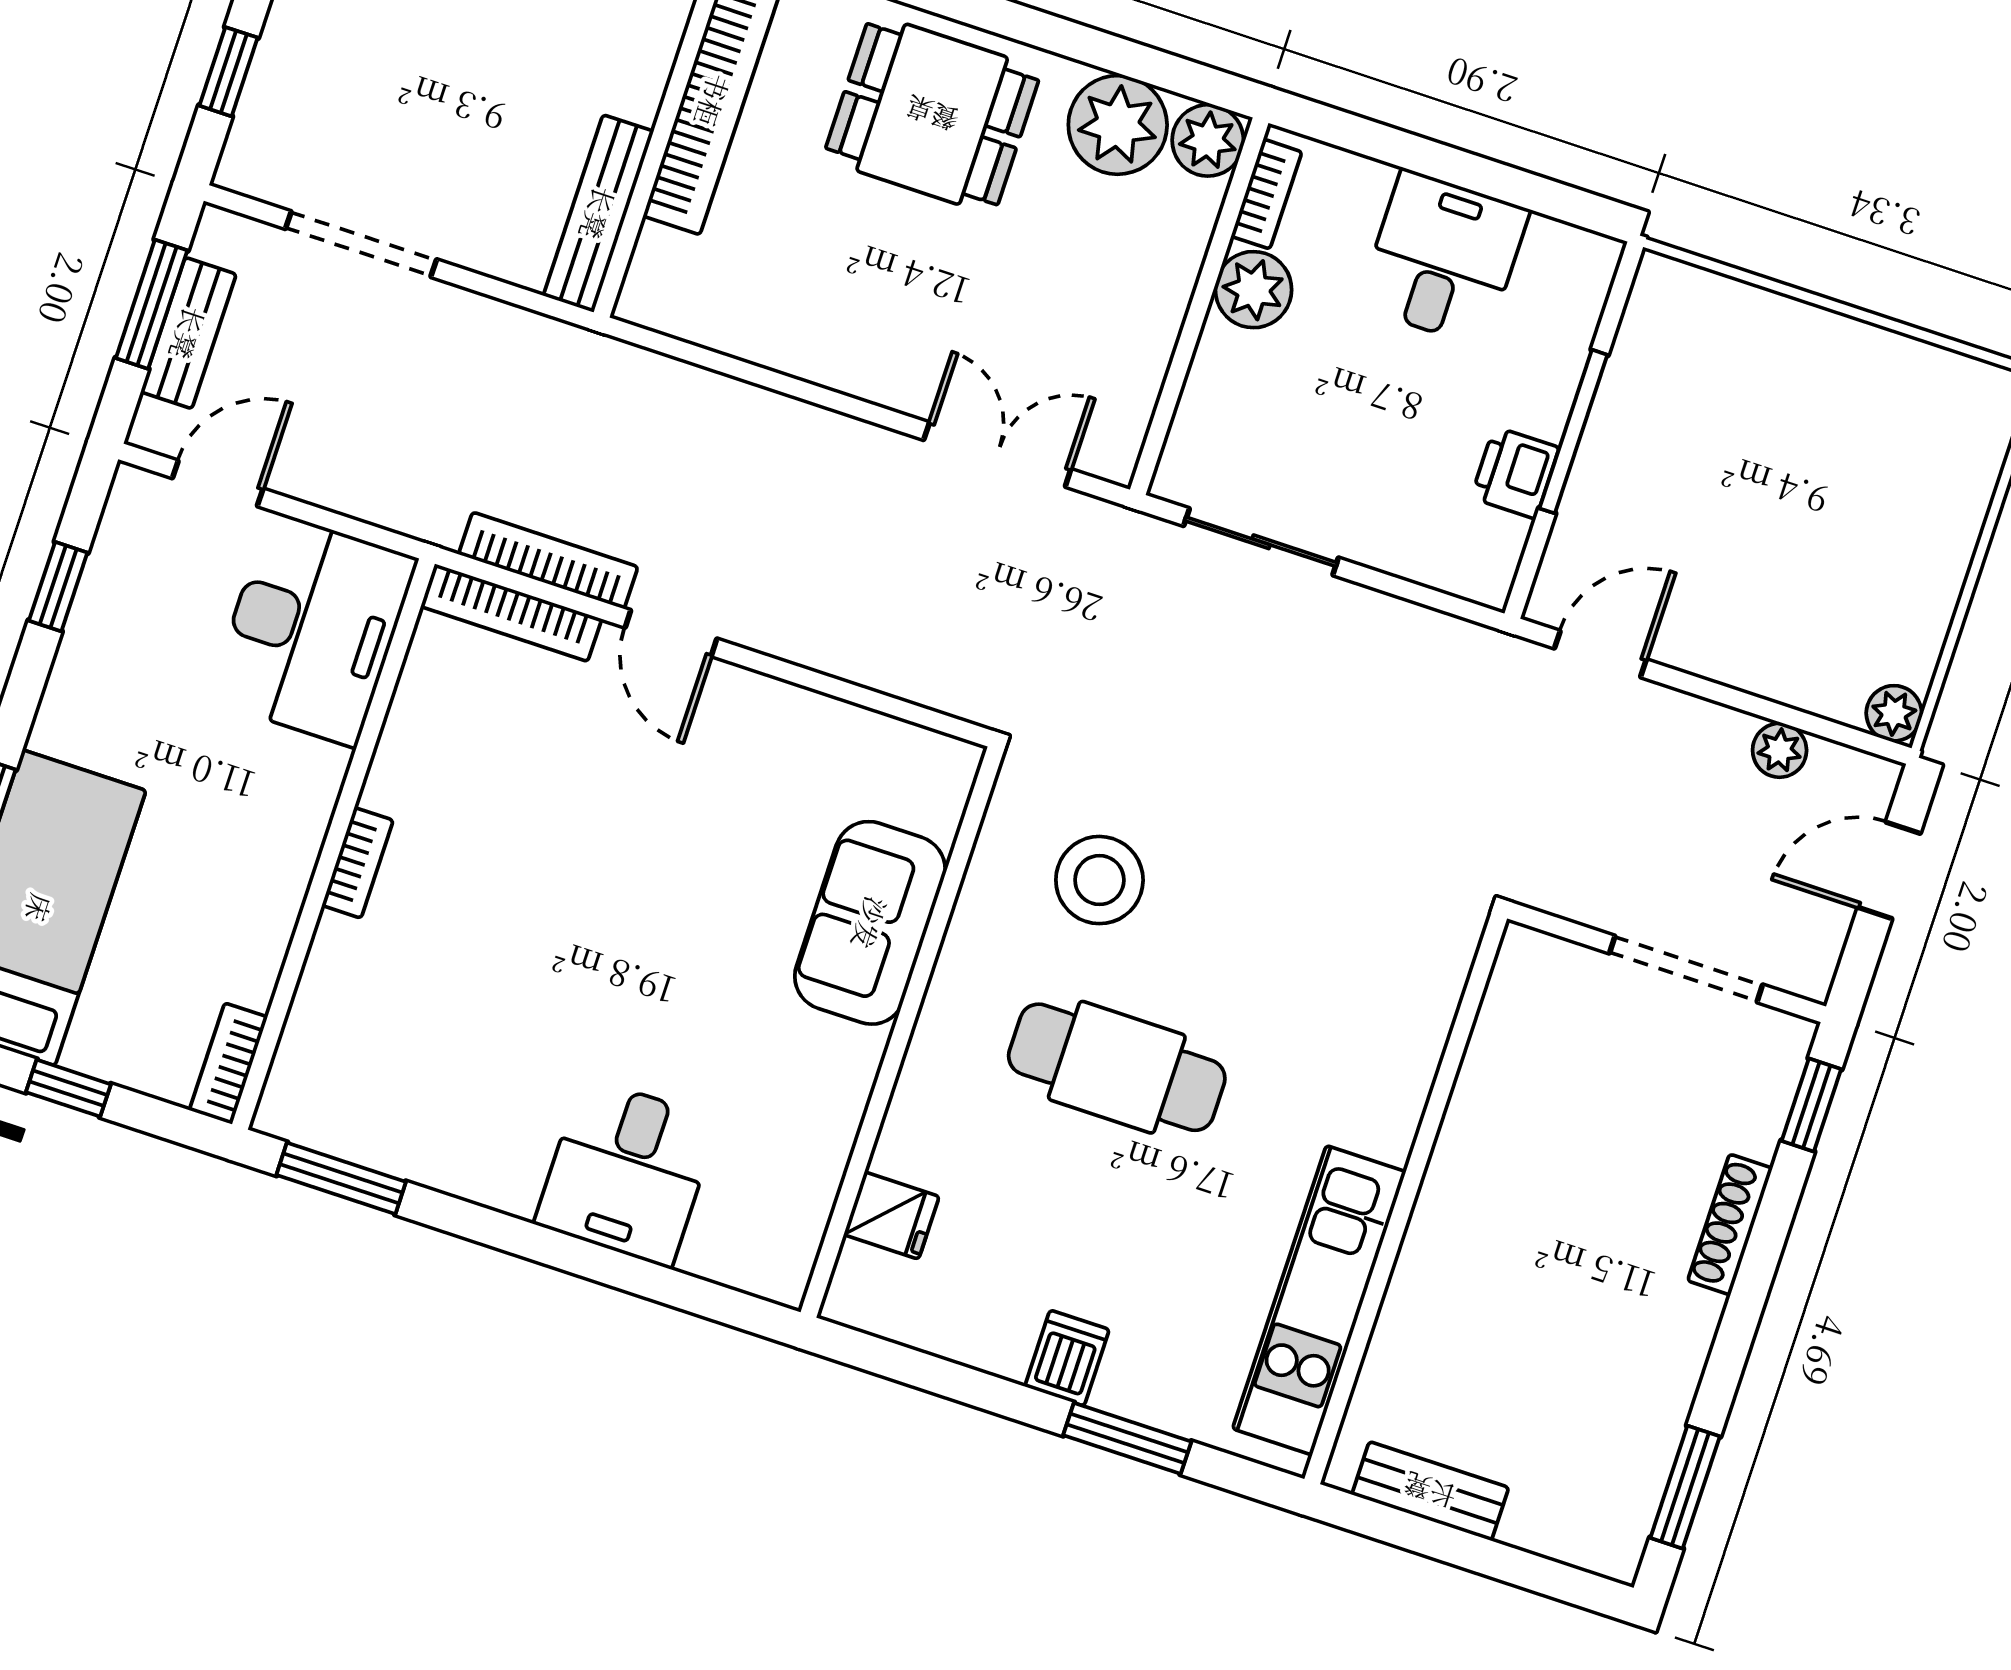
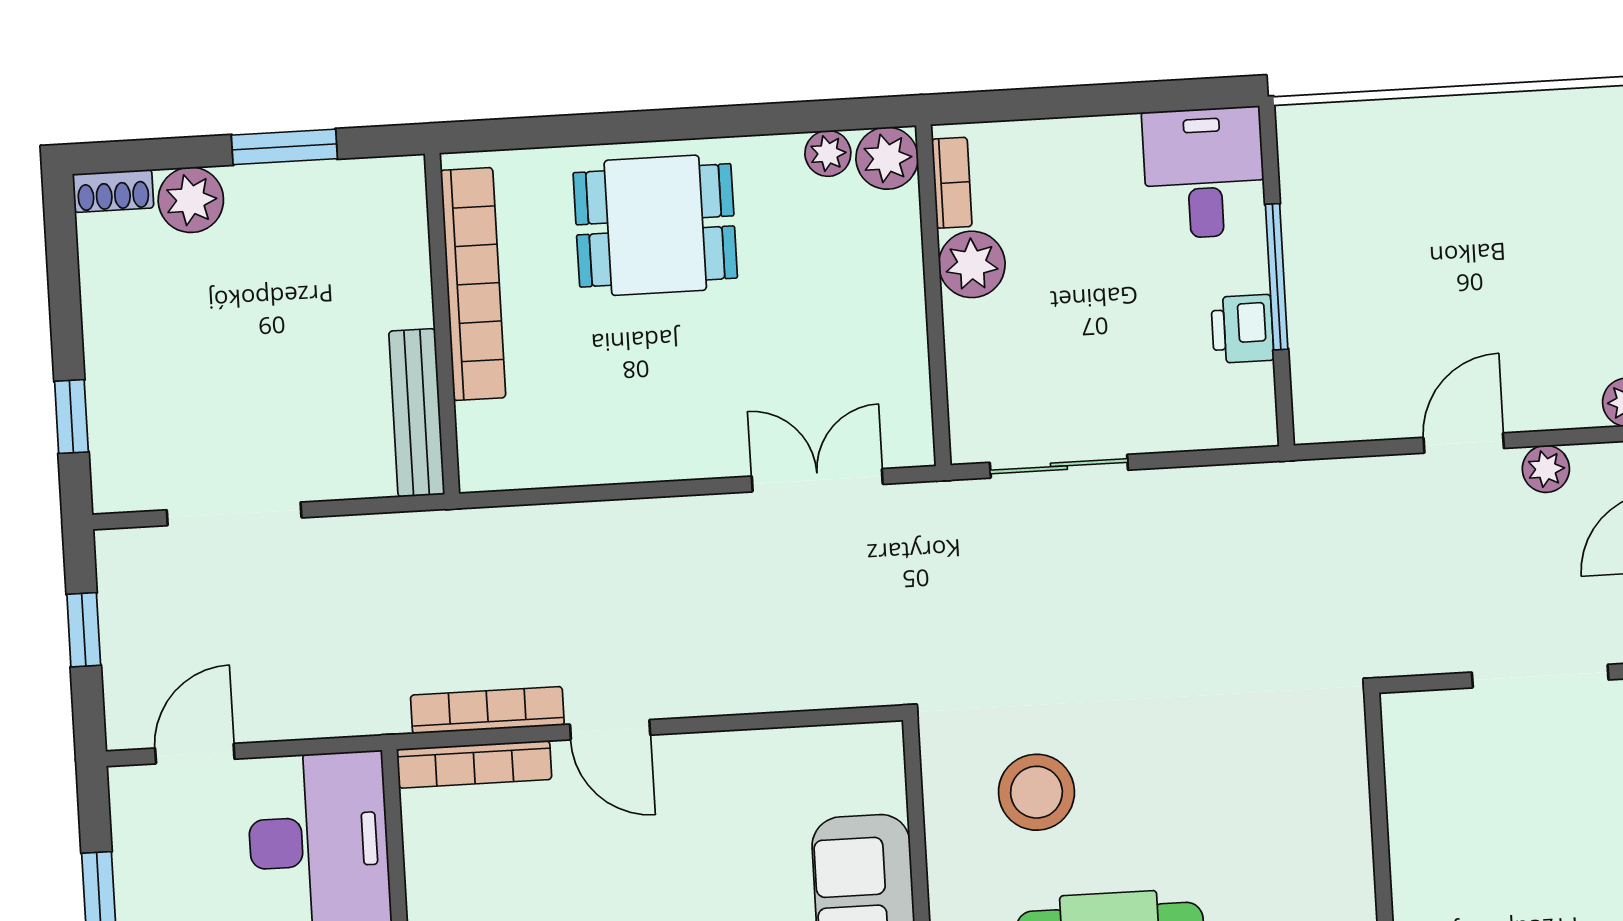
plant: (1118, 125) -> (828, 153), width x0.53, depth x0.53
desk: (1443, 258) -> (1204, 173), moved
window: (152, 304) -> (84, 630), width x0.67
bench: (188, 333) -> (123, 641), removed
door: (1600, 654) -> (1464, 443), moved

